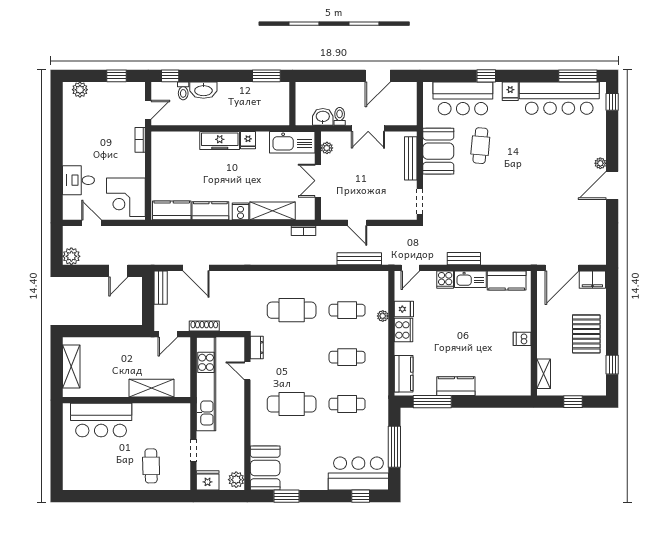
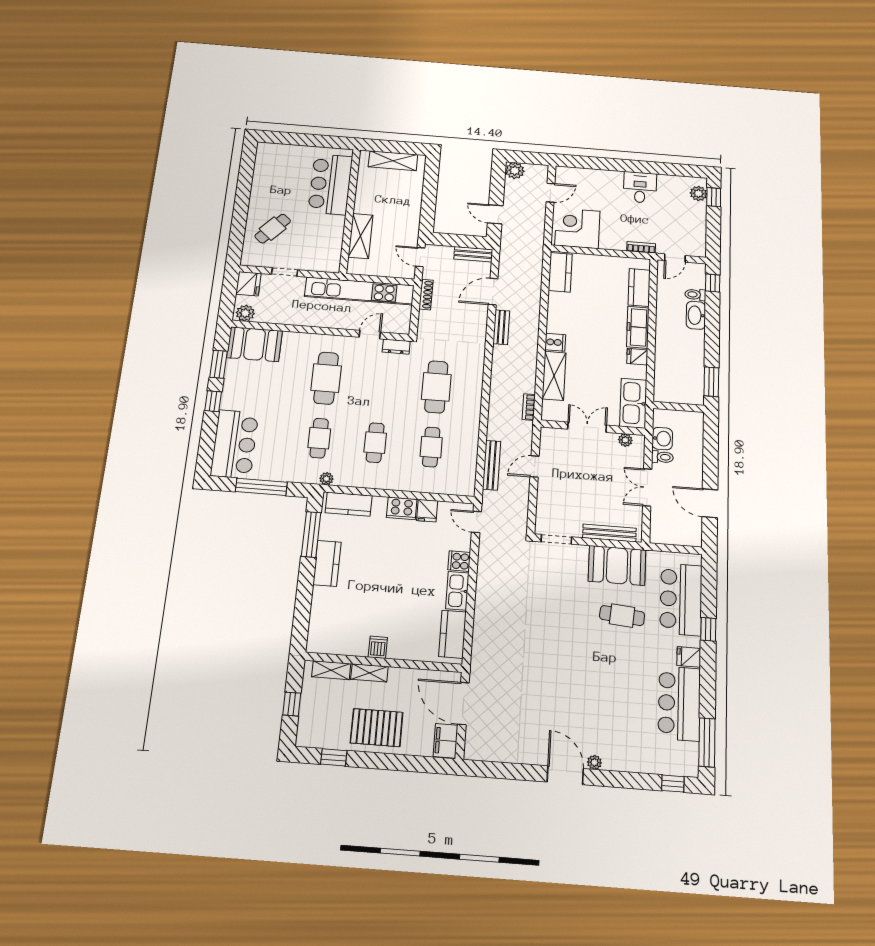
window: (117, 76) -> (714, 197), moved
bar counter: (559, 98) -> (679, 703), width x0.73
door: (148, 110) -> (675, 258), hinge flipped
desk: (78, 180) -> (640, 187), moved
kitchen counter: (210, 211) -> (639, 287), moved, turned 180
bench: (464, 259) -> (501, 327), moved
plant: (383, 316) -> (326, 479), moved
shelving: (543, 344) -> (369, 673), added
cafe table: (151, 466) -> (273, 229), turned -47
window: (361, 496) -> (213, 401), moved

